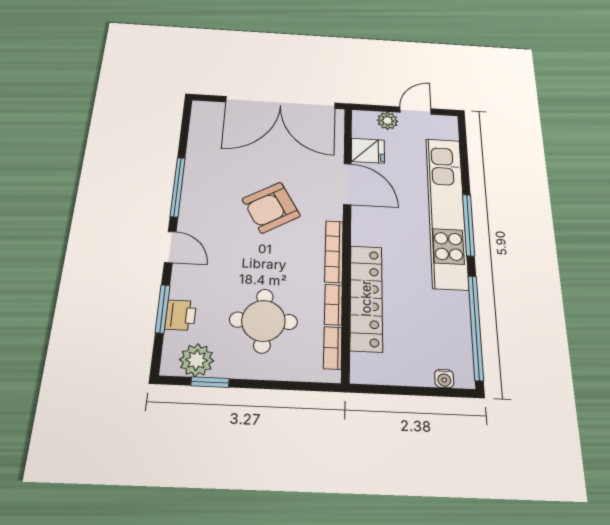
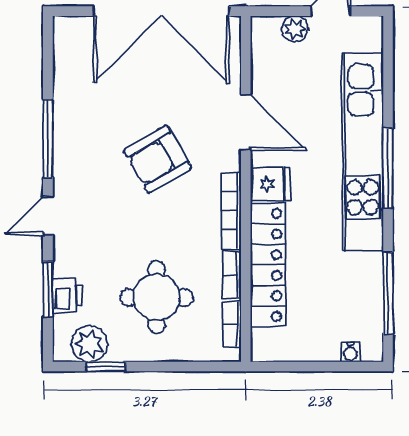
fridge: (368, 151) -> (270, 184), moved
door: (170, 247) -> (48, 216), swing flipped
window: (476, 327) -> (388, 293), width x0.68

